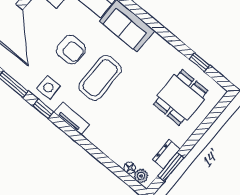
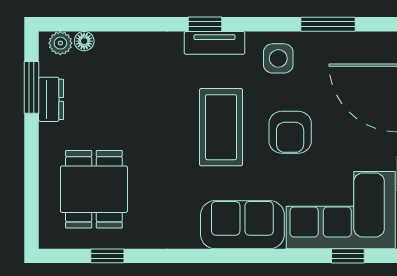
armchair: (71, 50) -> (290, 132), turned -90
window: (43, 109) -> (205, 24), moved

